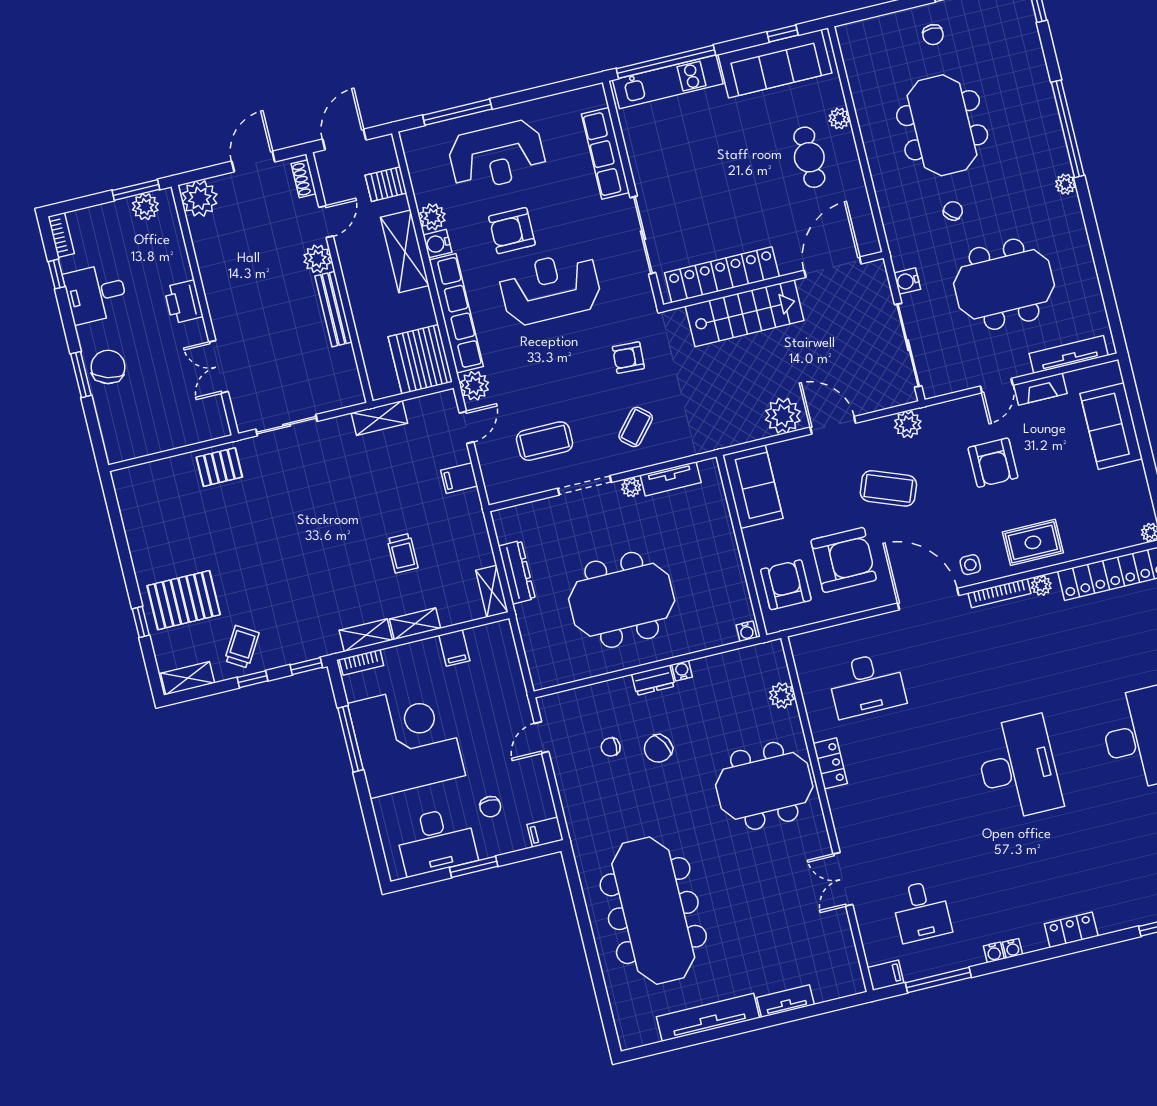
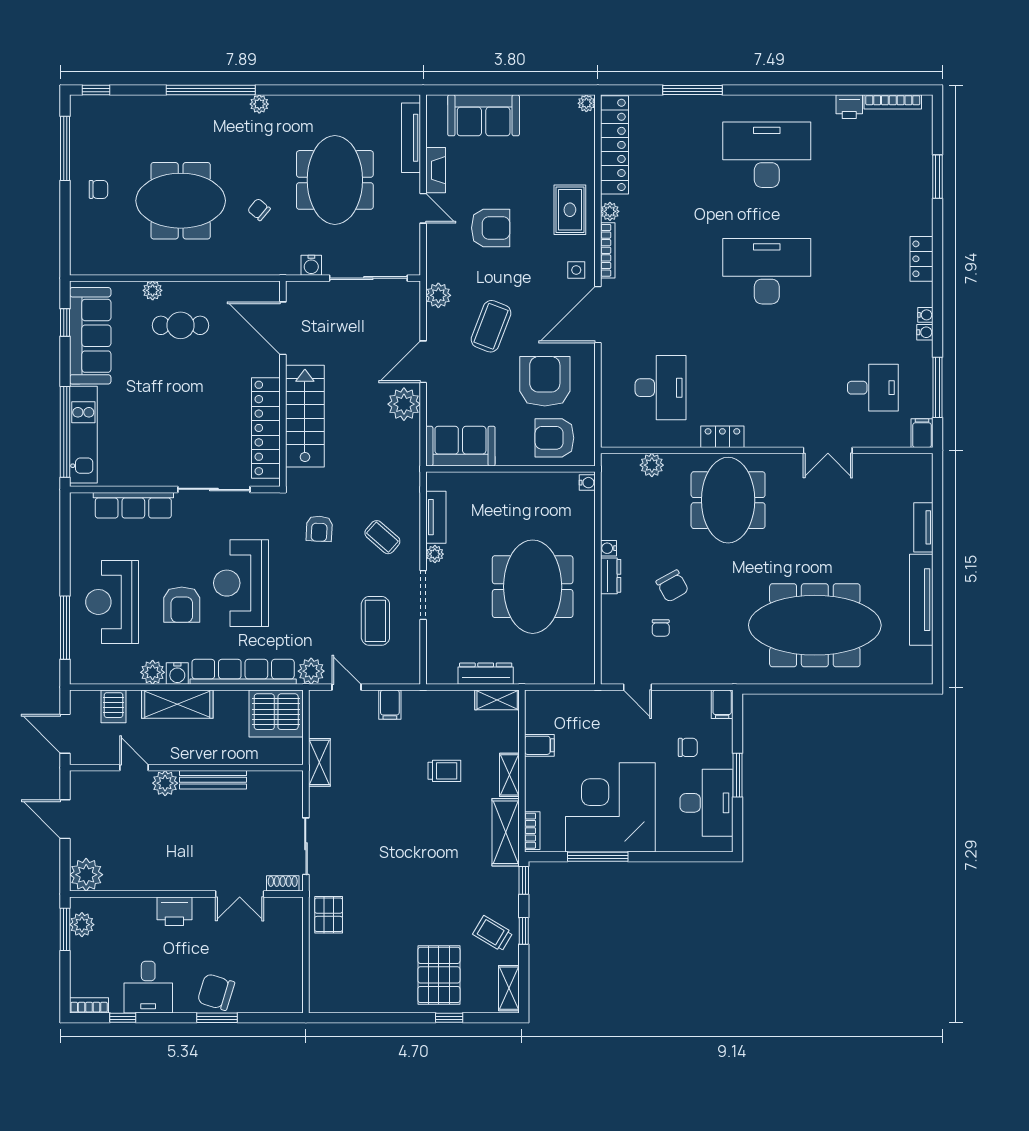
reception desk: (497, 156) -> (112, 602), turned 180
shoe rack: (304, 179) -> (283, 883), moved, turned 180
shelving: (366, 635) -> (506, 832), width x1.50, depth x1.33

